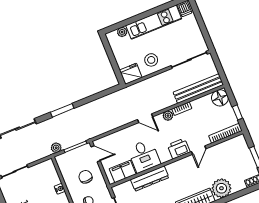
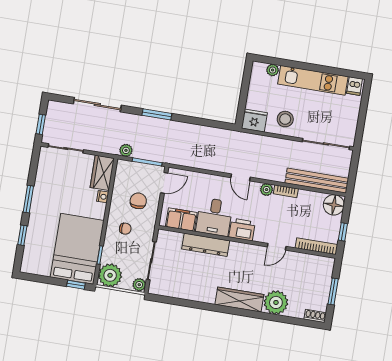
printer: (179, 149) -> (242, 229), moved
door: (96, 154) -> (164, 183), hinge flipped
wardrobe: (49, 173) -> (102, 173), added

